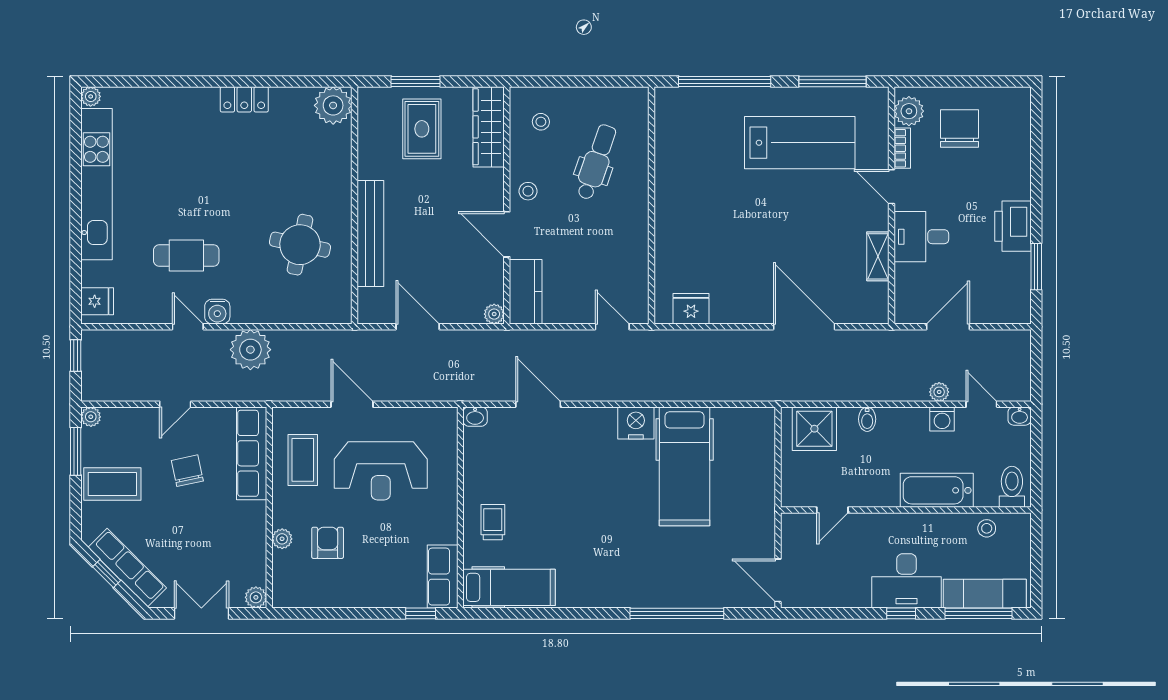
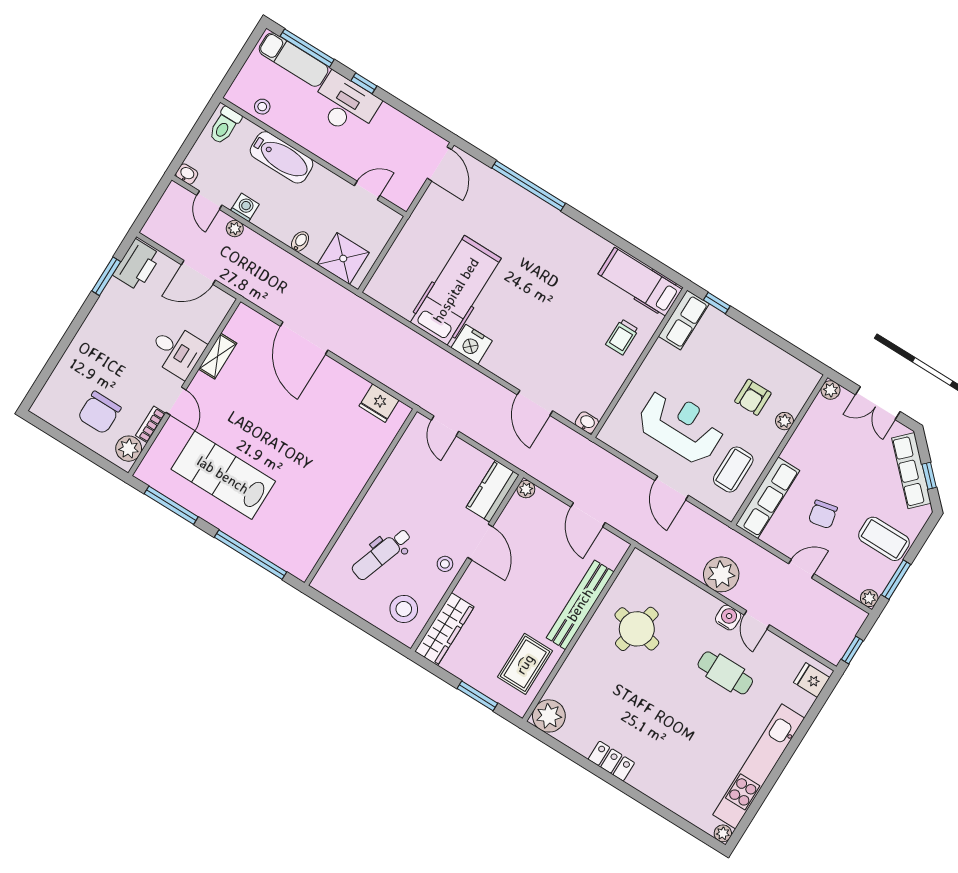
stool: (541, 122) -> (404, 609), width x1.89, depth x1.89
rug: (422, 129) -> (525, 664), moved
printer: (1013, 226) -> (137, 265), moved

